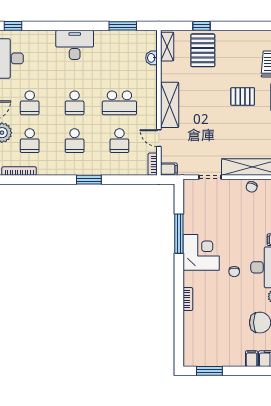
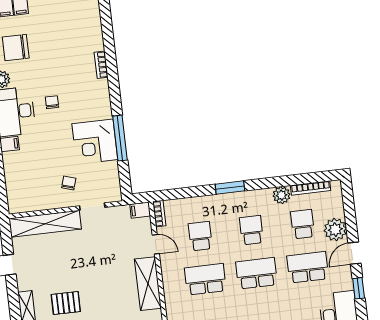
school desk: (30, 103) -> (308, 267), width x1.85
school desk: (75, 103) -> (256, 273), width x1.85
plant: (45, 168) -> (281, 195), added
chair: (252, 187) -> (69, 183), moved
corner desk: (201, 252) -> (95, 142), moved

